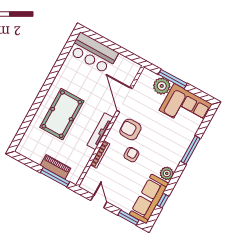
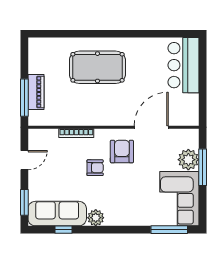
tv unit: (100, 131) -> (102, 120), removed
window: (191, 150) -> (169, 230), moved

